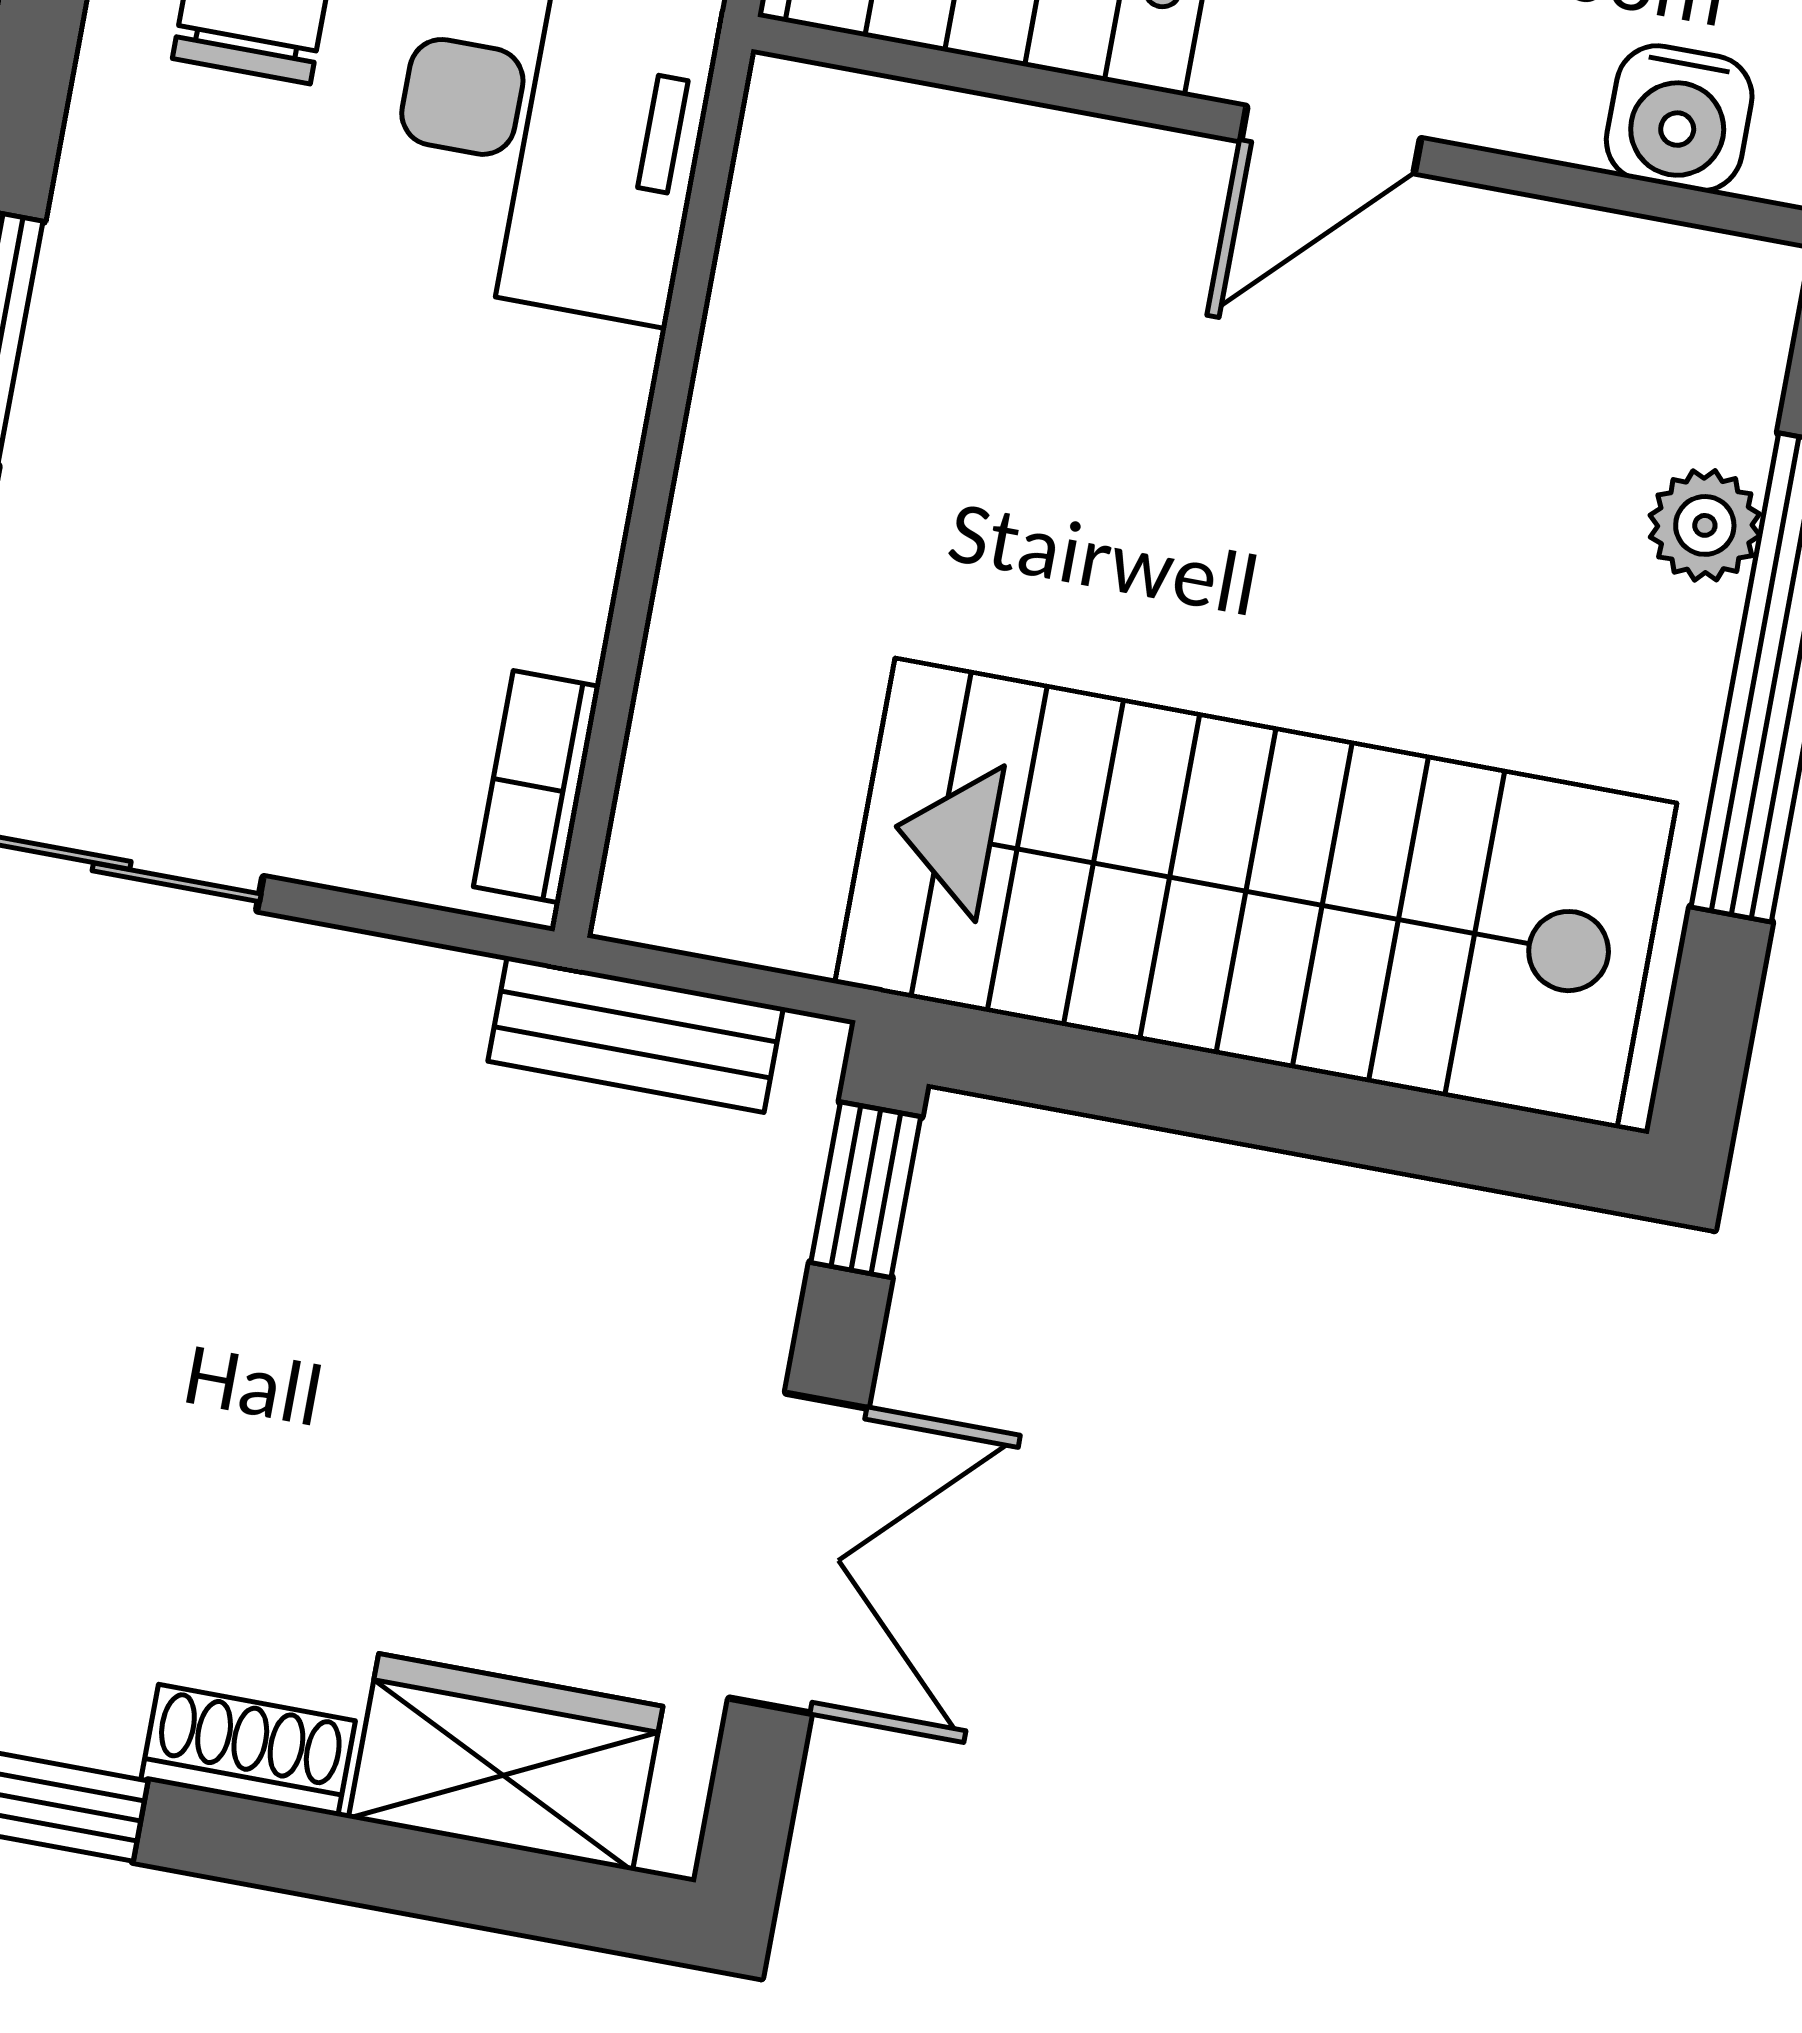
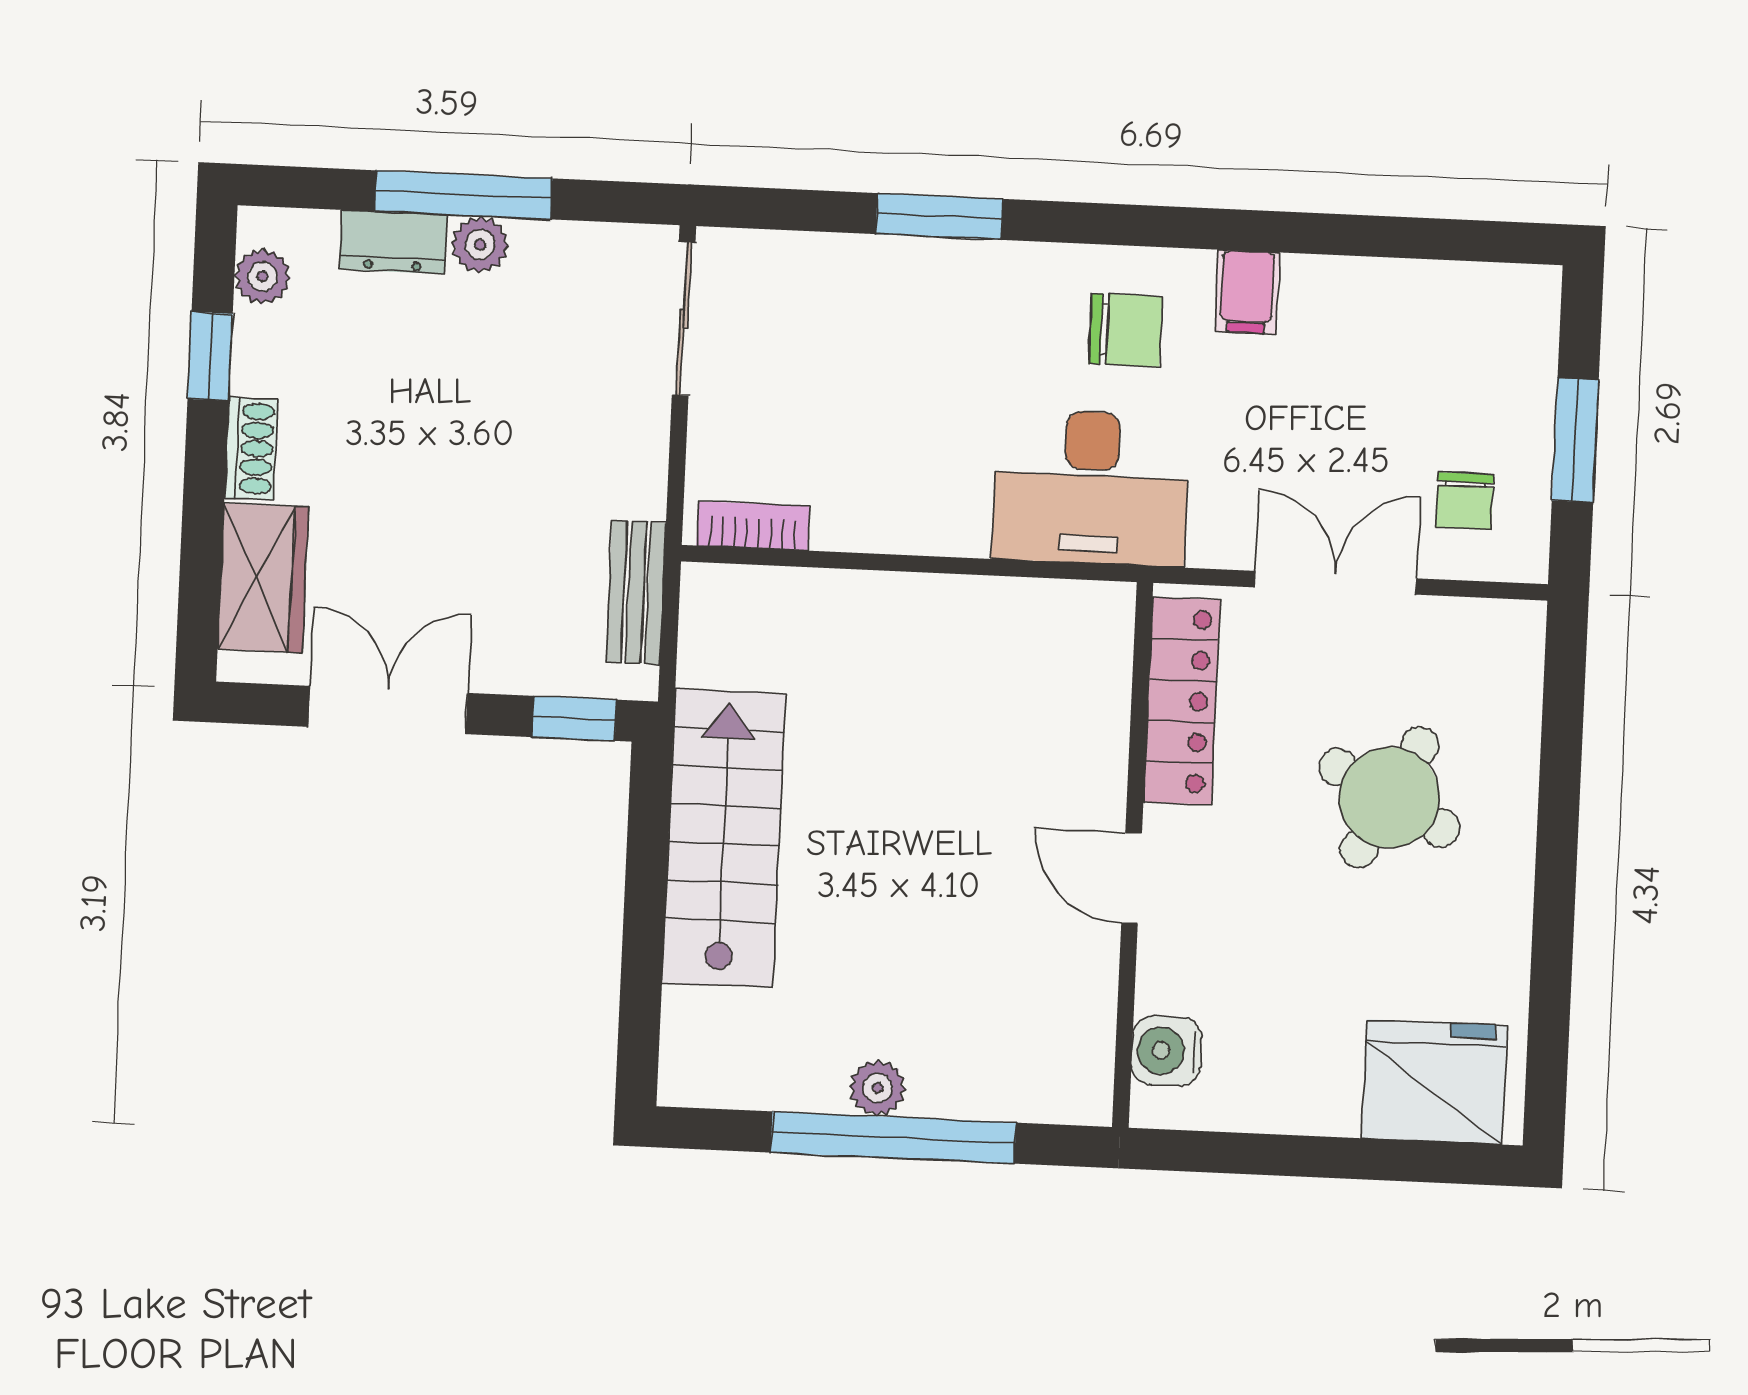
plant: (1705, 525) -> (878, 1088), moved
stairs: (1256, 893) -> (724, 838), width x0.73, depth x0.66
double door: (798, 1553) -> (388, 710), swing flipped

